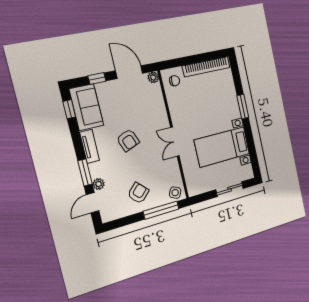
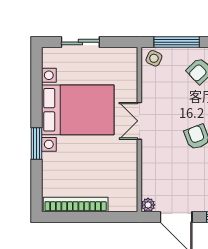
chair: (175, 81) -> (122, 195), removed
double door: (175, 142) -> (139, 121), swing flipped
bed with nightstands: (222, 147) -> (78, 110), width x1.36

